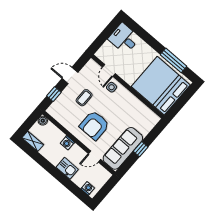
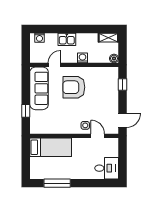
door: (70, 75) -> (122, 120), moved
bed: (161, 86) -> (51, 147), width x0.49
coffee table: (84, 98) -> (98, 101), removed
armchair: (94, 125) -> (74, 87), turned -90
window: (141, 149) -> (26, 111), moved

